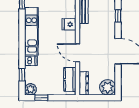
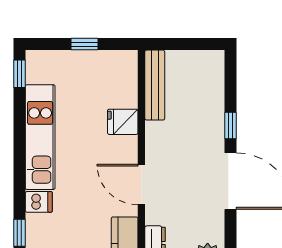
window: (118, 16) -> (231, 125), moved

